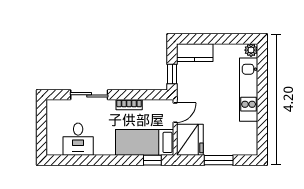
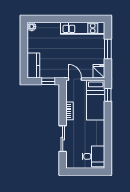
kitchen unit: (249, 90) -> (83, 28), moved
desk: (78, 139) -> (93, 156), moved
fridge: (190, 140) -> (99, 71), width x0.53, depth x0.75

